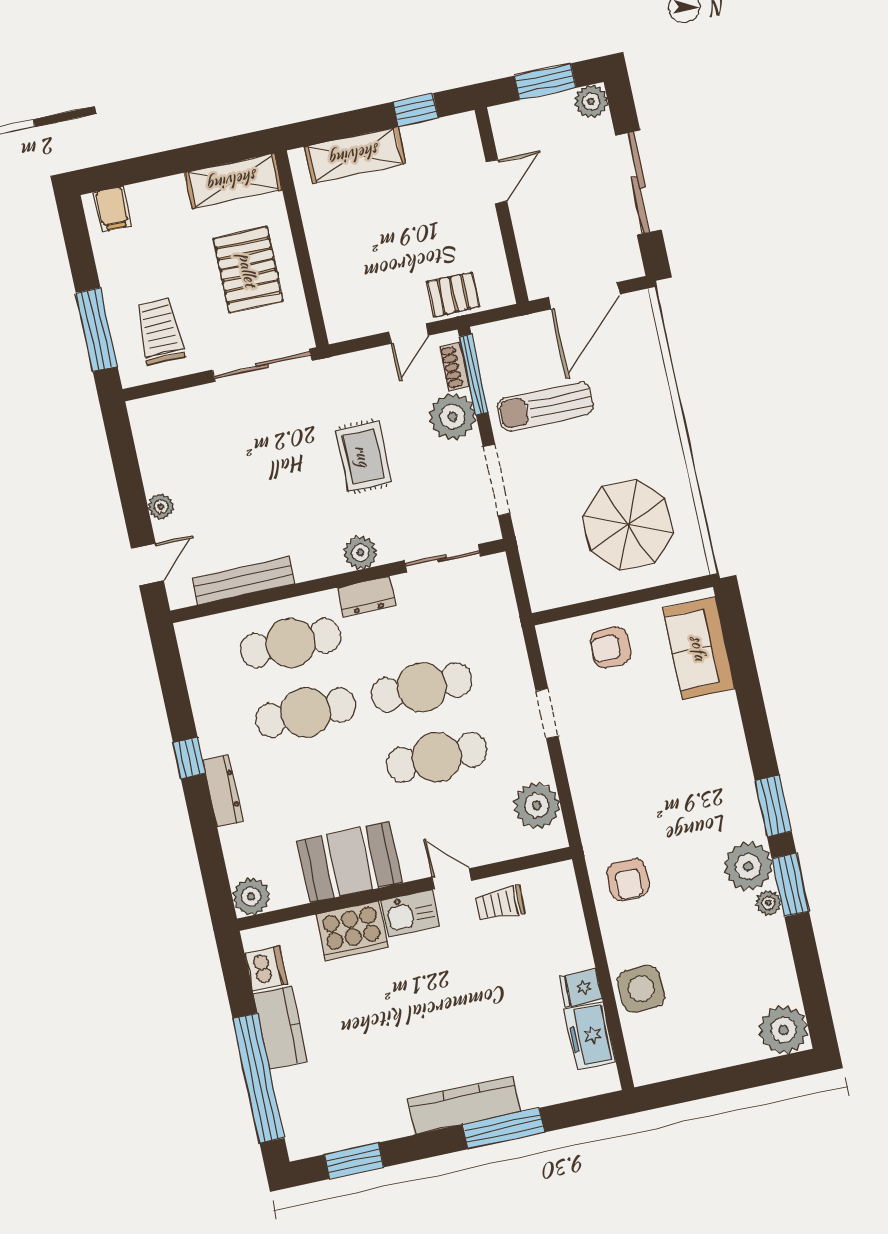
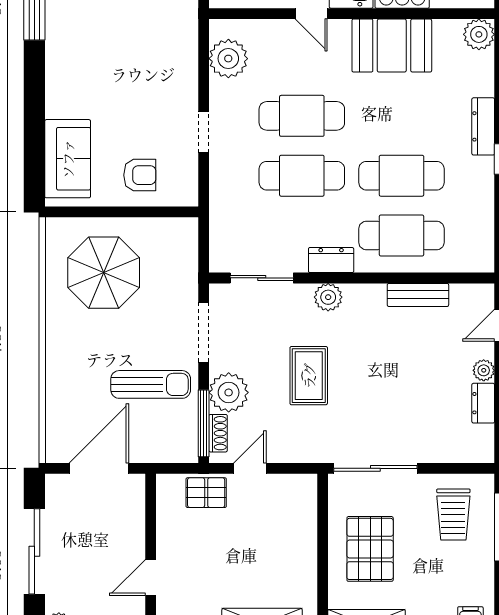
dresser: (153, 468) -> (483, 403), added
bench: (243, 581) -> (418, 295), width x0.73

